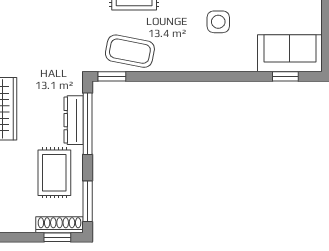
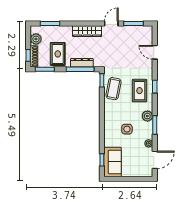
rug: (54, 173) -> (58, 54), turned 90
plant: (22, 220) -> (36, 39), added

